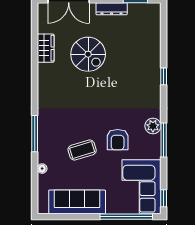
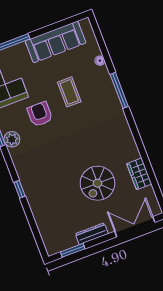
spiral stairs: (88, 54) -> (98, 183), turned -90
coffee table: (82, 150) -> (69, 92), turned -73

